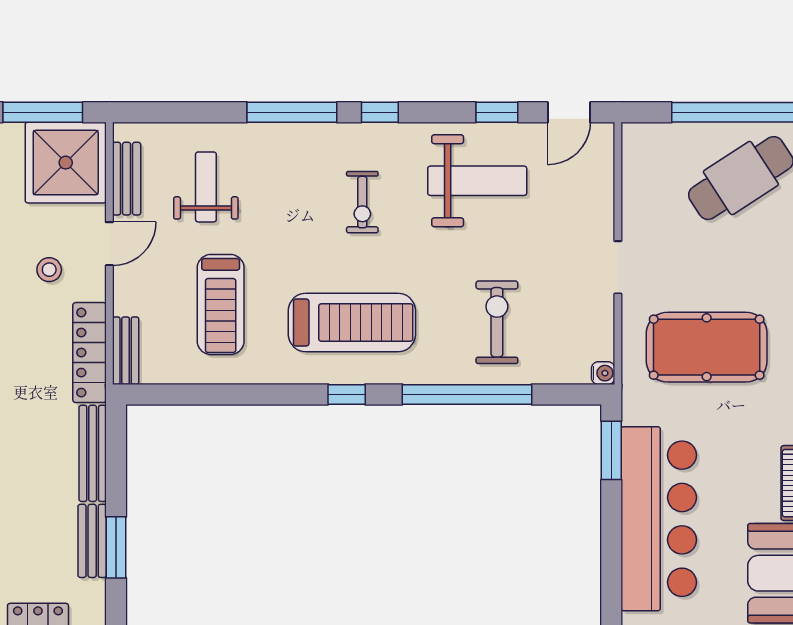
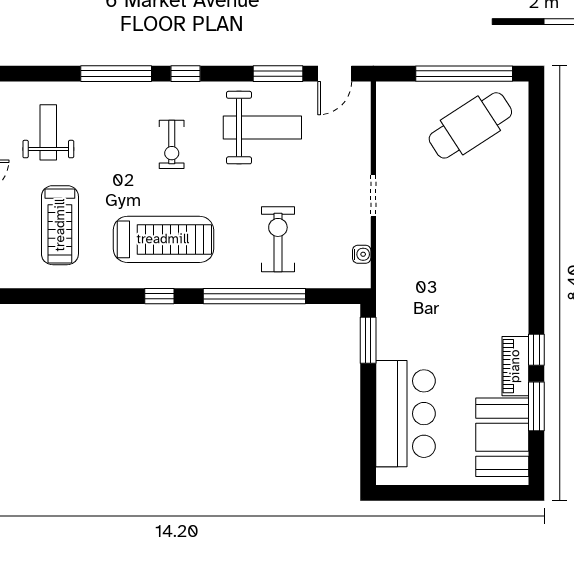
window: (497, 112) -> (278, 74), width x1.50
pool table: (707, 347) -> (443, 259), removed
water cooler: (603, 373) -> (362, 254), moved
bar counter: (659, 519) -> (406, 414), width x0.73

